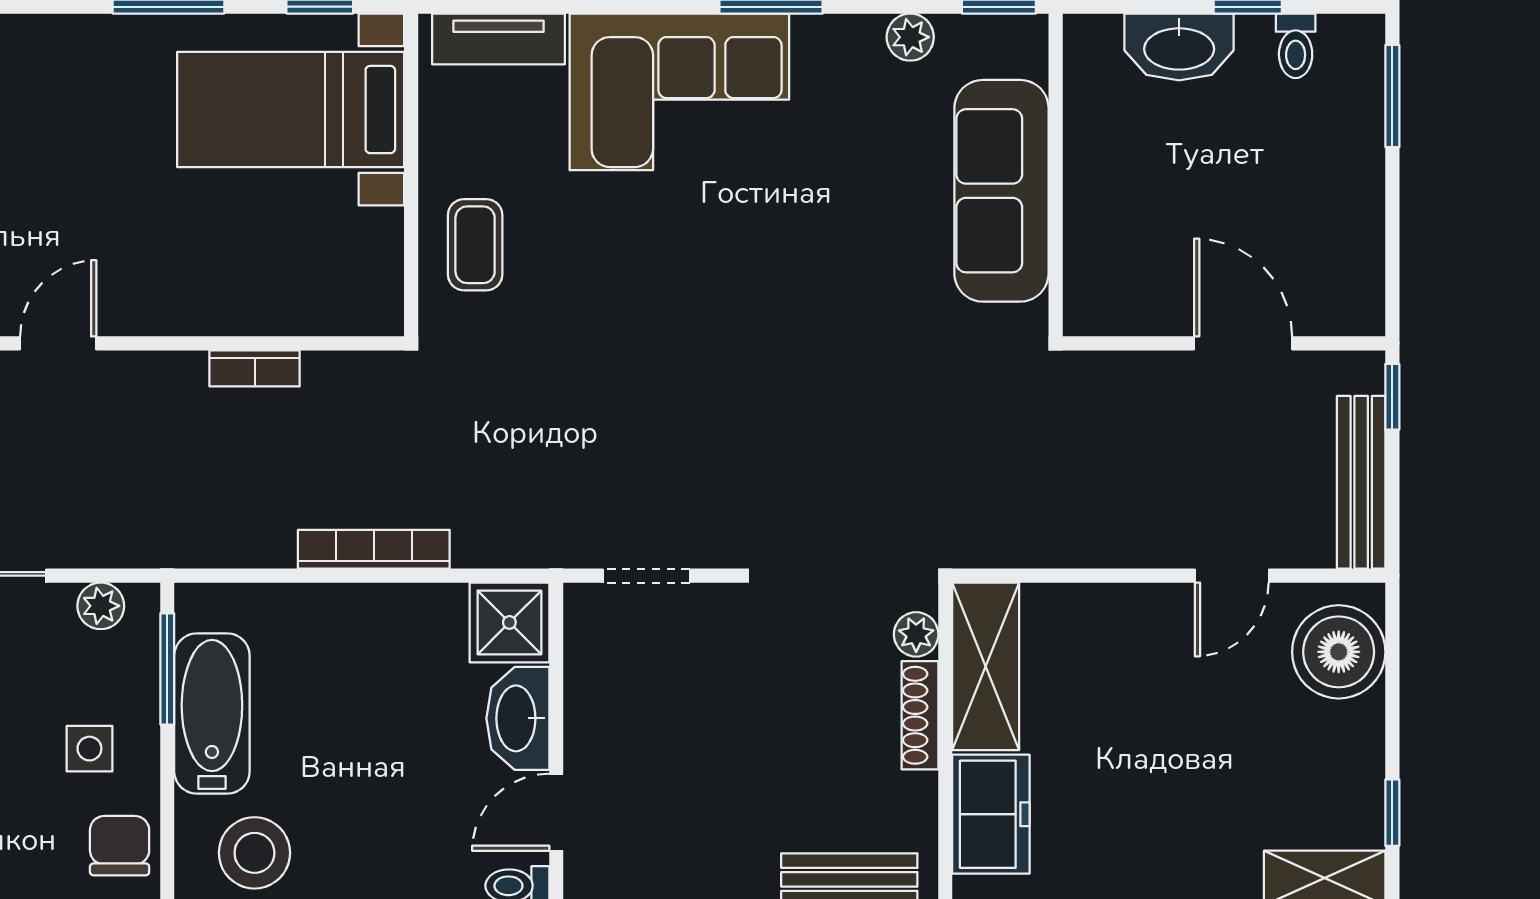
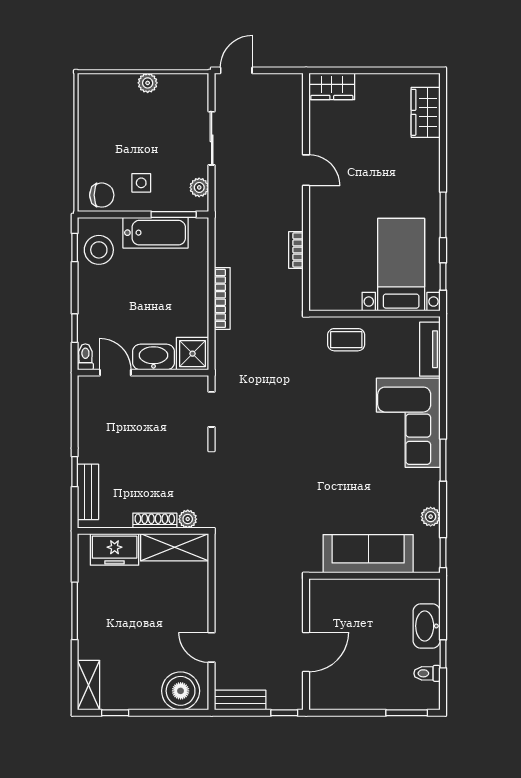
bench: (1361, 482) -> (240, 700), width x0.73

